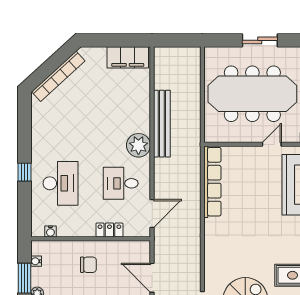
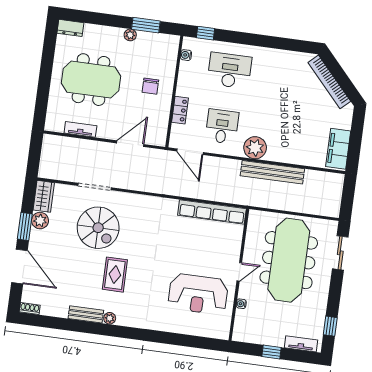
sliding door: (260, 40) -> (340, 253), moved
door: (272, 144) -> (239, 272), hinge flipped
window: (24, 172) -> (206, 33), moved
desk: (60, 183) -> (230, 70), turned 180
water cooler: (36, 261) -> (160, 38), removed

